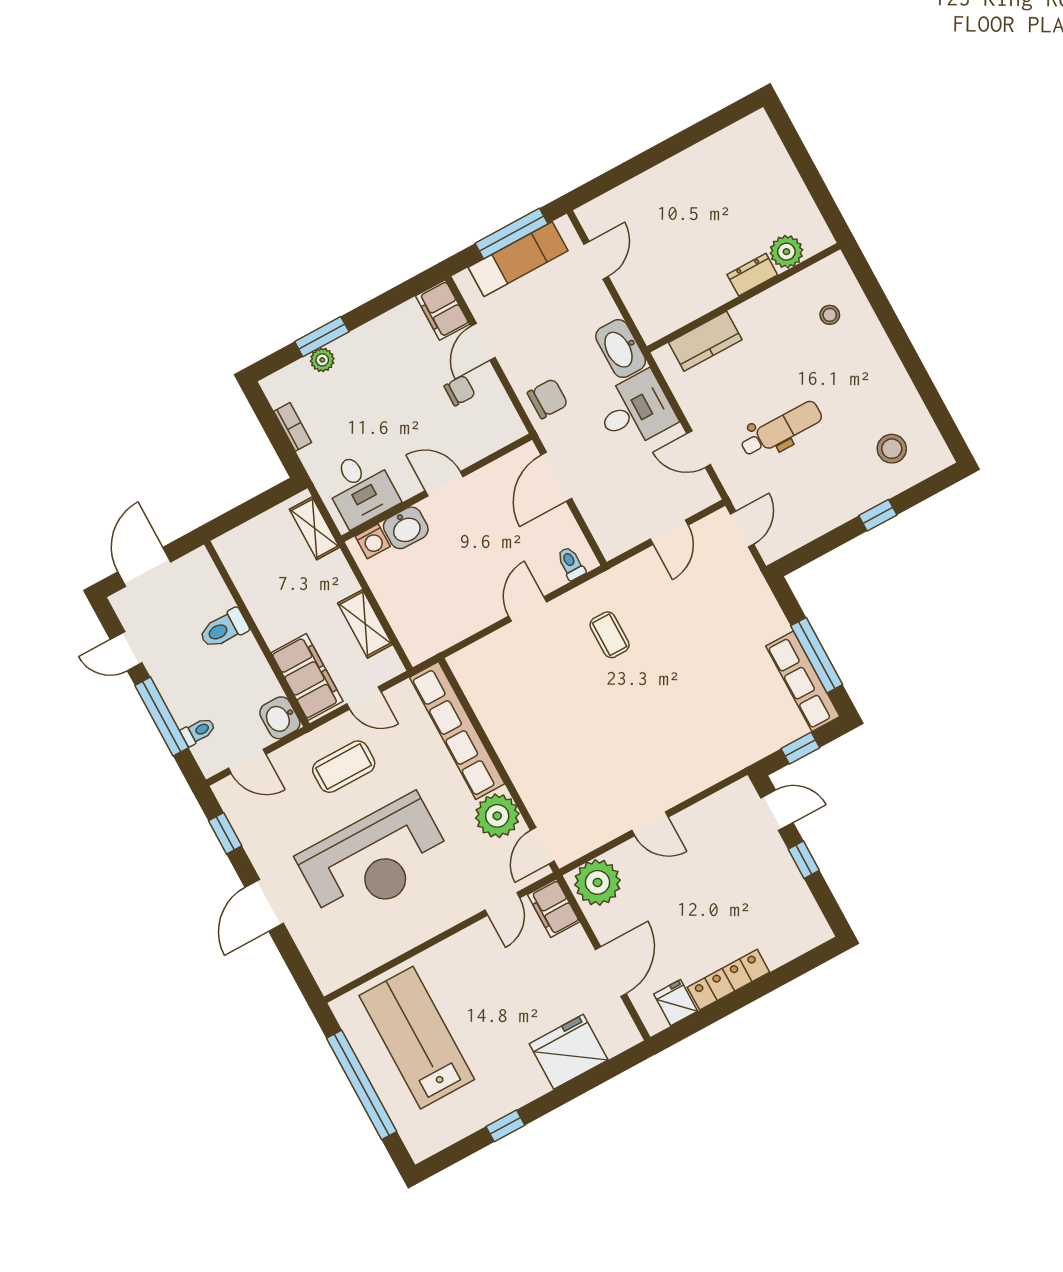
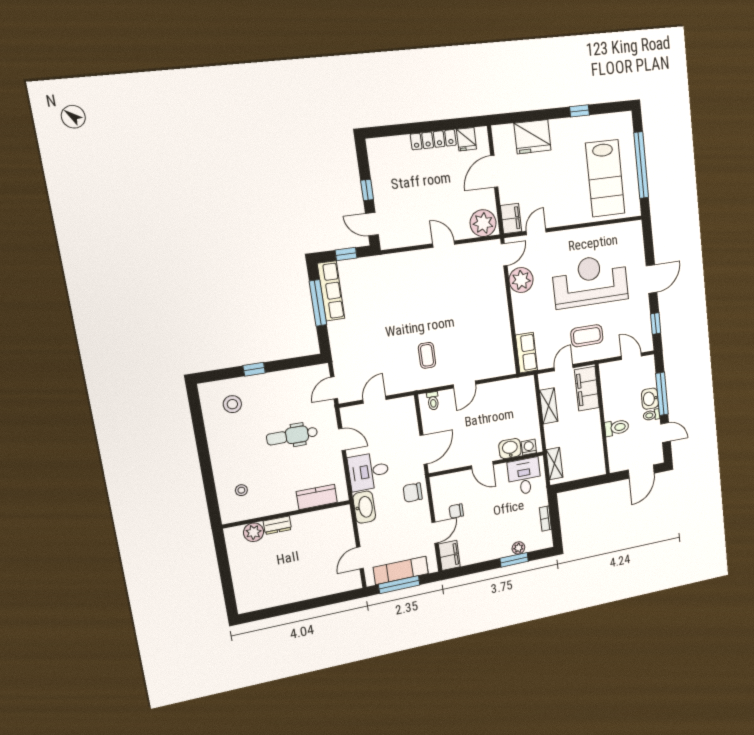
door: (364, 698) -> (564, 368), hinge flipped
washbasin: (280, 718) -> (650, 399), moved, turned 180
toilet: (198, 731) -> (651, 415), moved
row of seats: (457, 731) -> (526, 353), width x0.50

